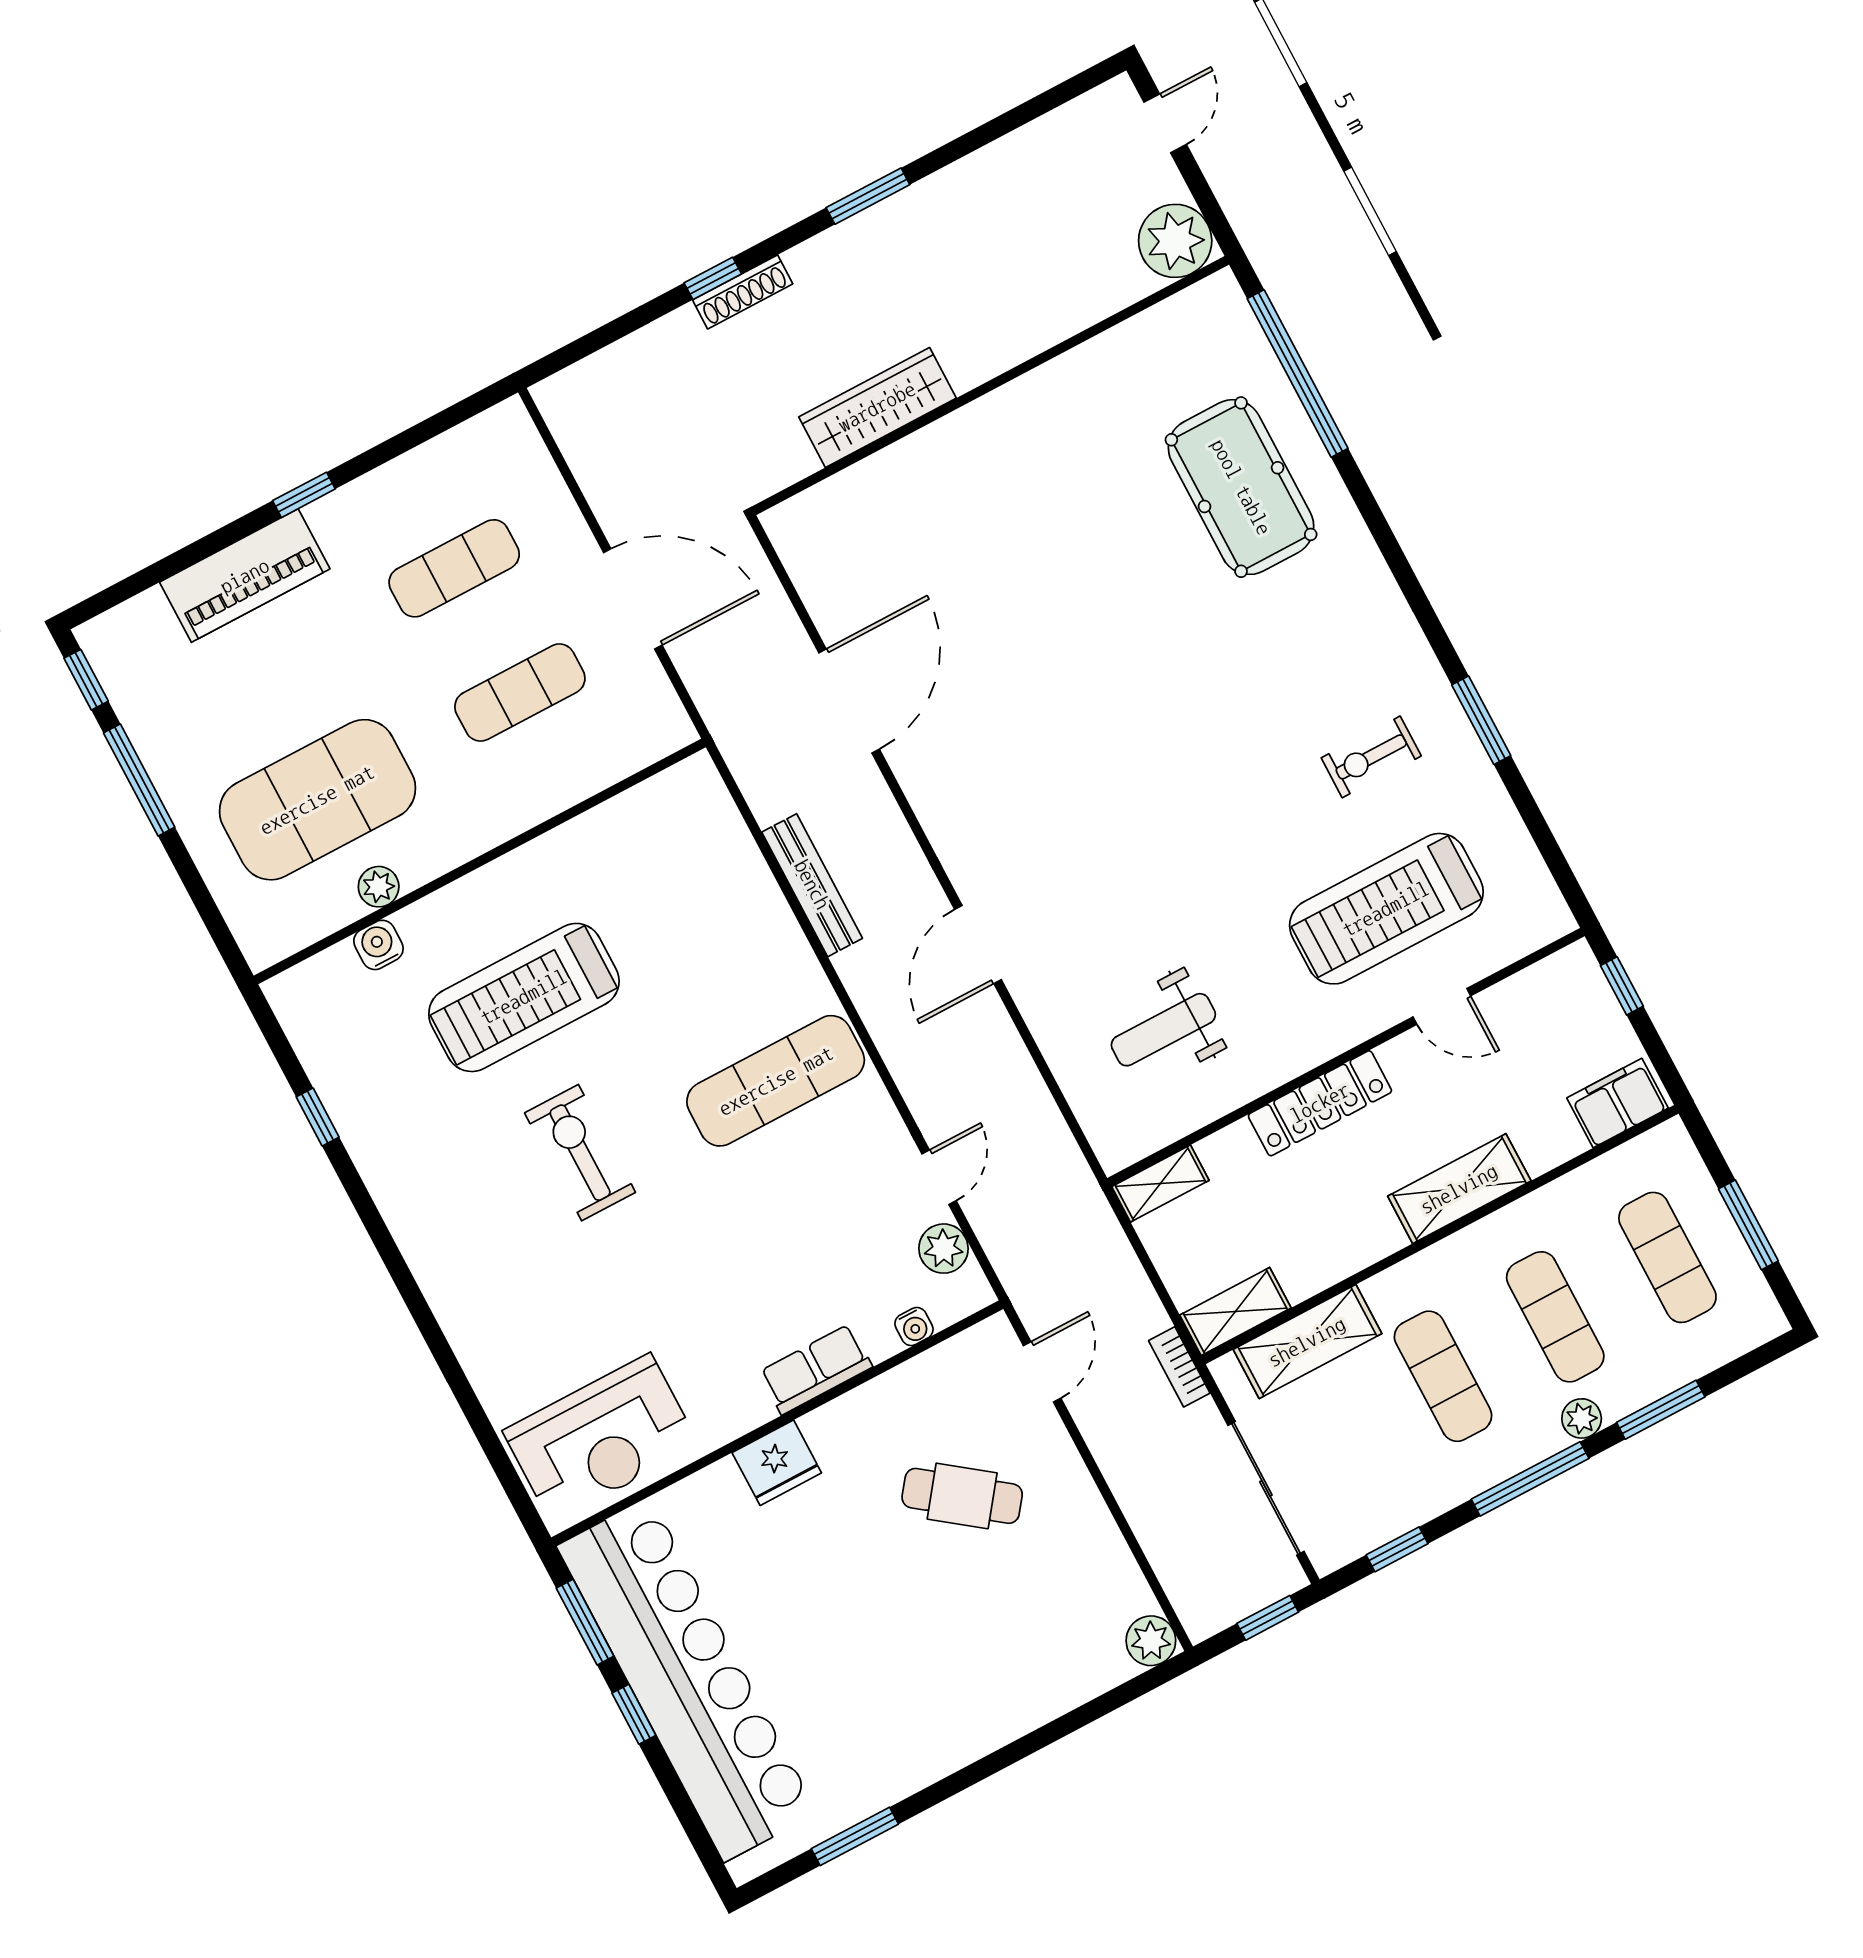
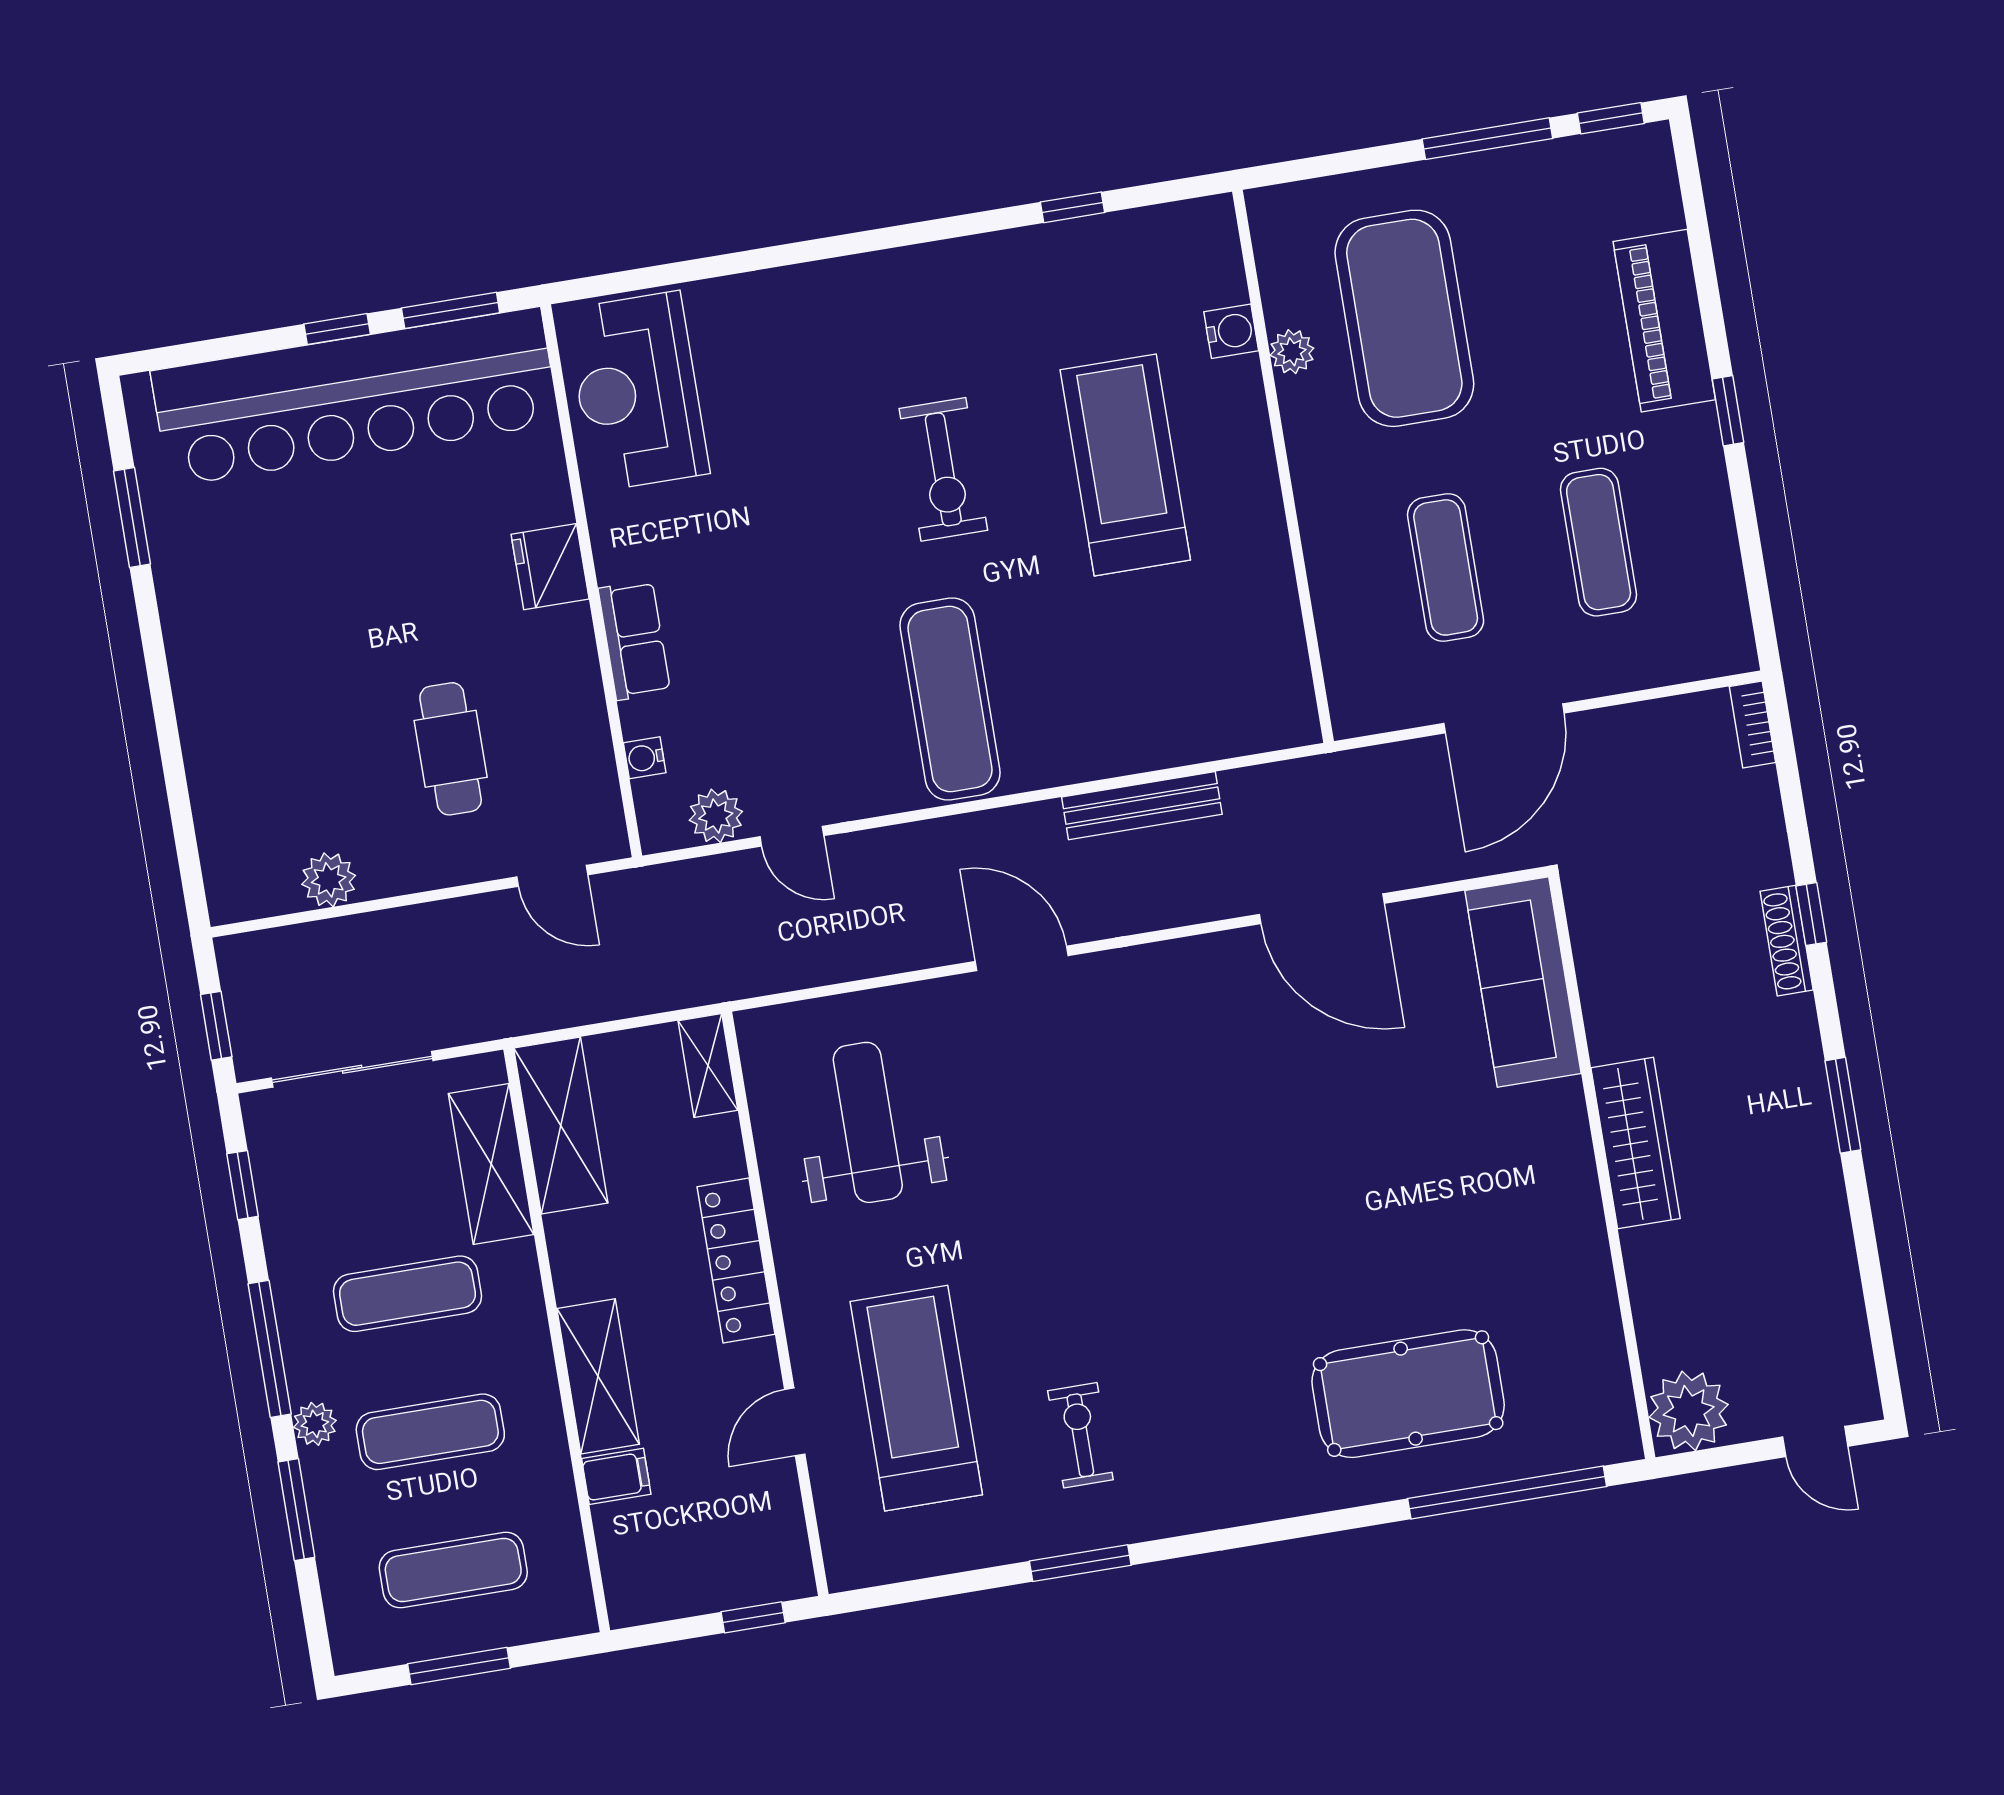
wardrobe: (877, 407) -> (1635, 1143), moved
sofa: (854, 507) -> (1523, 982), added
weight bench: (1163, 1030) -> (868, 1122), width x1.36, depth x1.33
filing cabinet: (1618, 1103) -> (616, 1476), moved, width x0.50
exercise bike: (580, 1153) -> (943, 469), turned 90
shelving: (1235, 1311) -> (561, 1126), width x1.50, depth x1.33
bookcase: (1179, 1367) -> (1752, 724), moved, turned -90
cafe table: (962, 1496) -> (451, 749), turned -37
plant: (1151, 1641) -> (329, 880), moved

